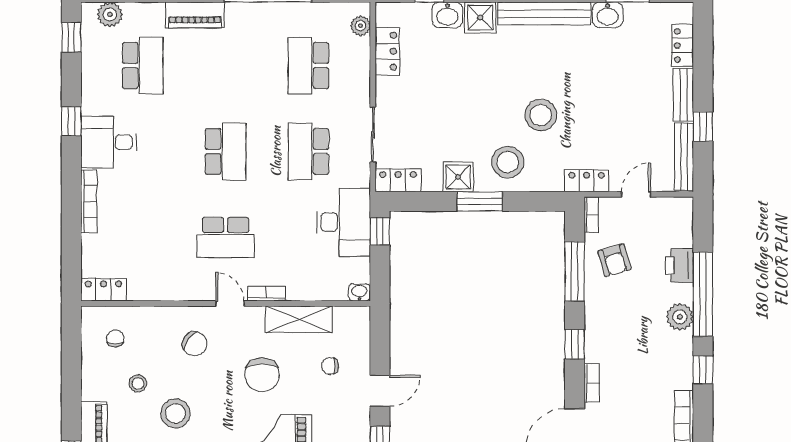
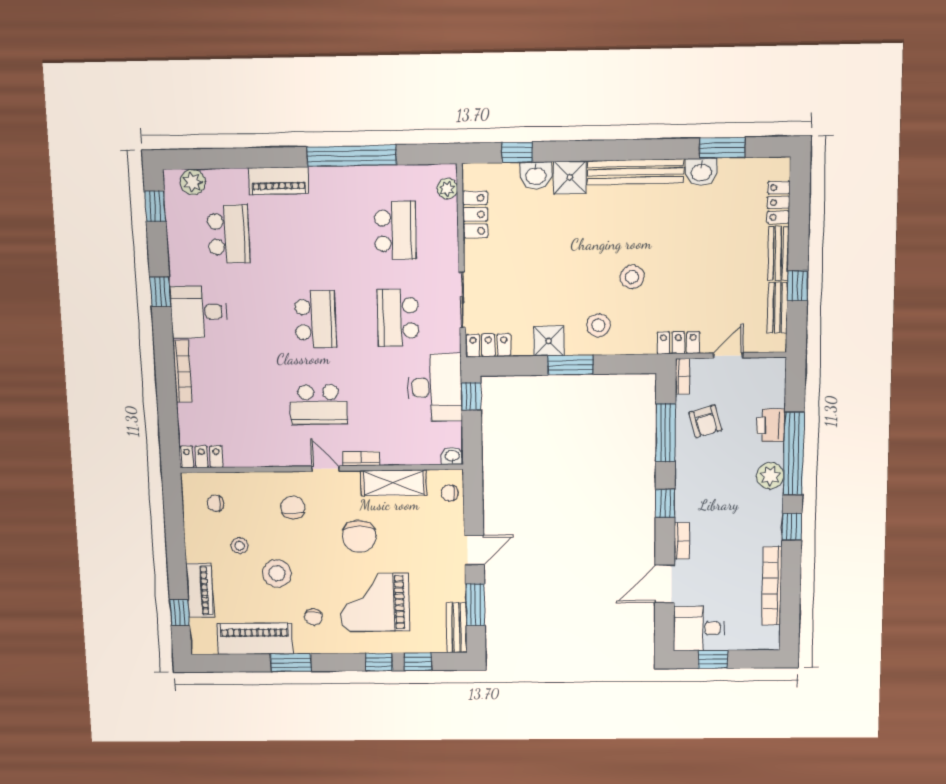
school desk: (308, 66) -> (395, 231), turned 180
stool: (541, 115) -> (632, 277), width x0.73, depth x0.73
bench: (684, 157) -> (778, 308), width x0.73
stool: (508, 162) -> (598, 325), width x0.73, depth x0.73
chair: (115, 338) -> (215, 503), turned -90
chair: (195, 344) -> (293, 507), turned -126
chair: (330, 366) -> (450, 493), moved

